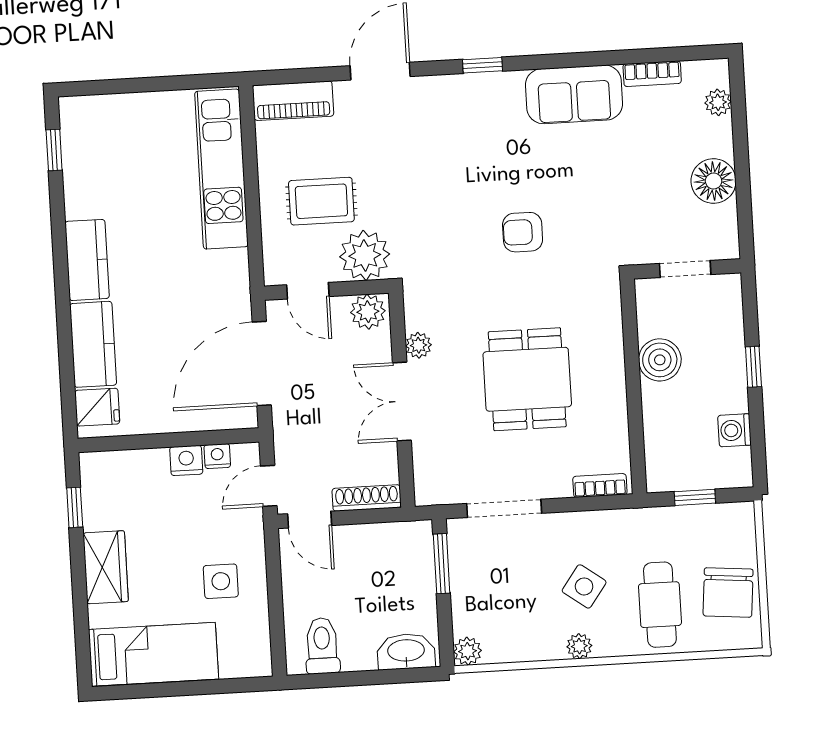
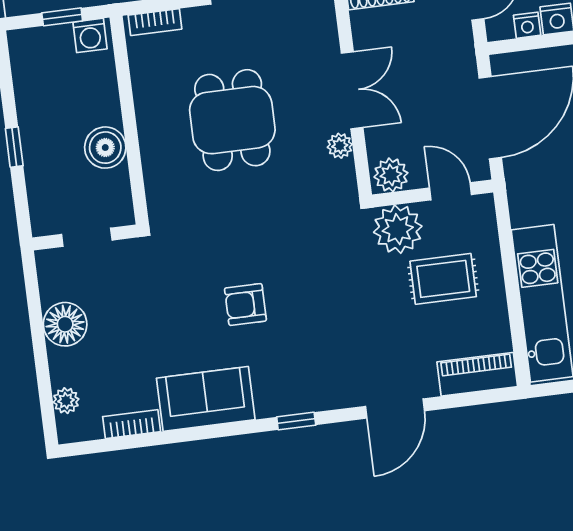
armchair: (523, 232) -> (245, 304), moved, turned 180
washing machine: (734, 430) -> (90, 35), moved, turned 90

